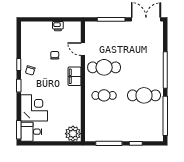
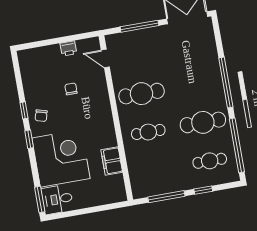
door: (83, 49) -> (105, 59), moved
filing cabinet: (75, 76) -> (112, 161), moved
corner desk: (34, 108) -> (61, 158), width x1.36, depth x1.36
cafe table: (144, 123) -> (210, 161), added
plant: (73, 134) -> (115, 192), removed

